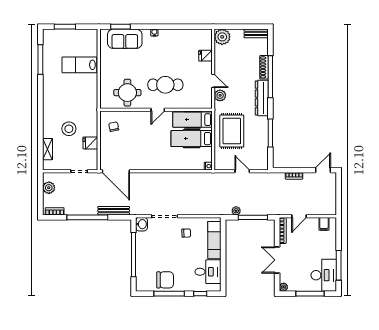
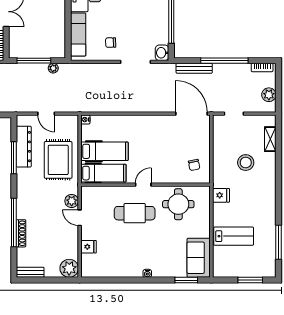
sofa: (125, 39) -> (199, 258), moved, turned -90
dresser: (262, 98) -> (24, 147), moved
fridge: (90, 143) -> (221, 195), moved

